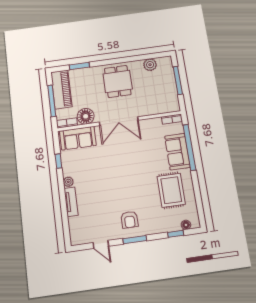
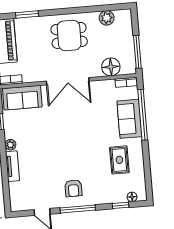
window: (178, 80) -> (137, 52), moved
dining table: (118, 81) -> (69, 35), turned 90
floor lamp: (86, 116) -> (111, 67), moved
rug: (171, 190) -> (119, 160), width x0.73, depth x0.70
window: (135, 240) -> (78, 209), width x1.44

